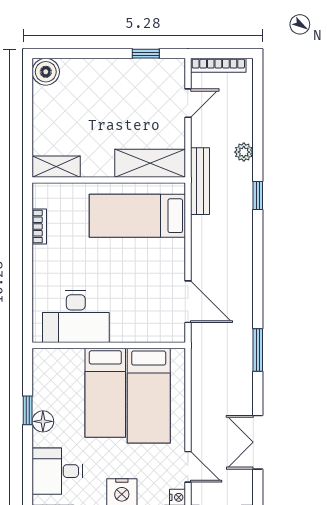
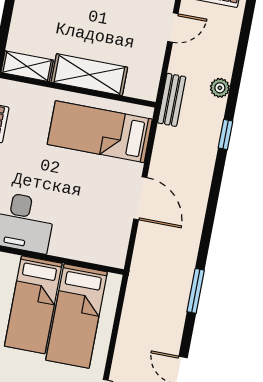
shelving: (150, 163) -> (89, 75), moved
bench: (200, 181) -> (172, 100), width x0.73
door: (188, 302) -> (140, 198), moved

